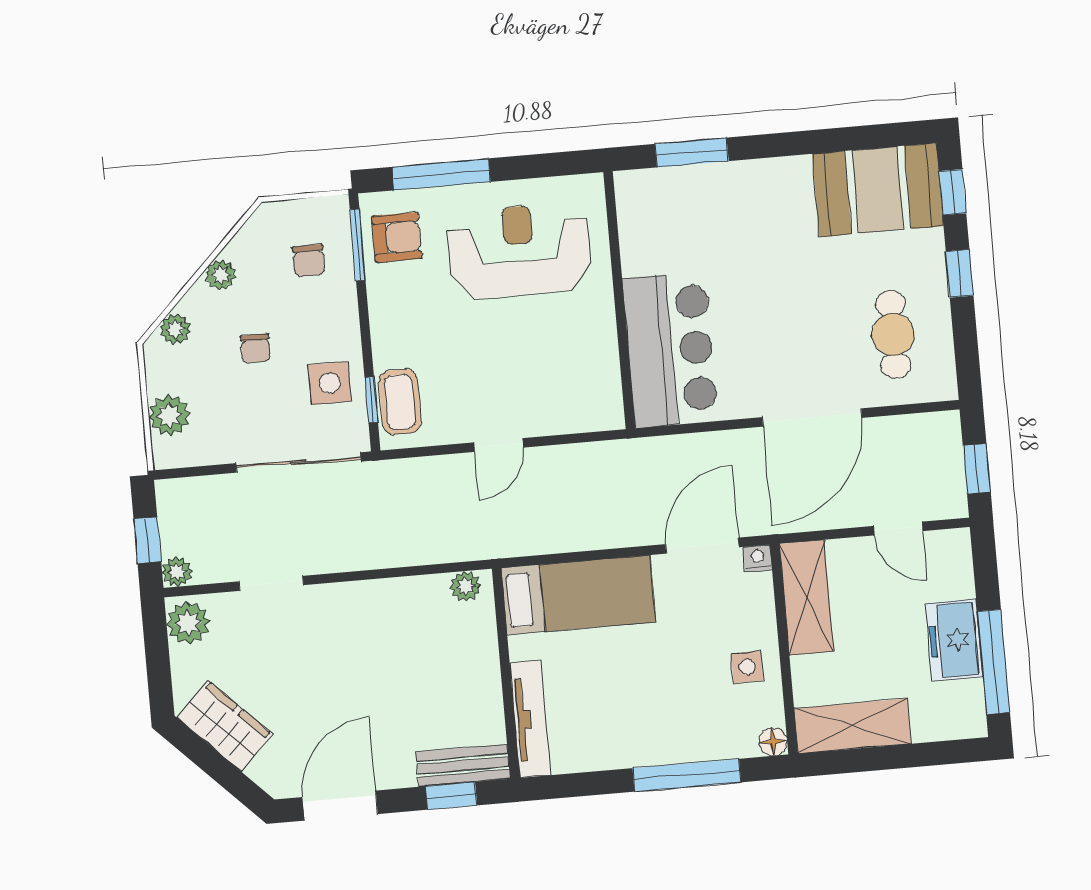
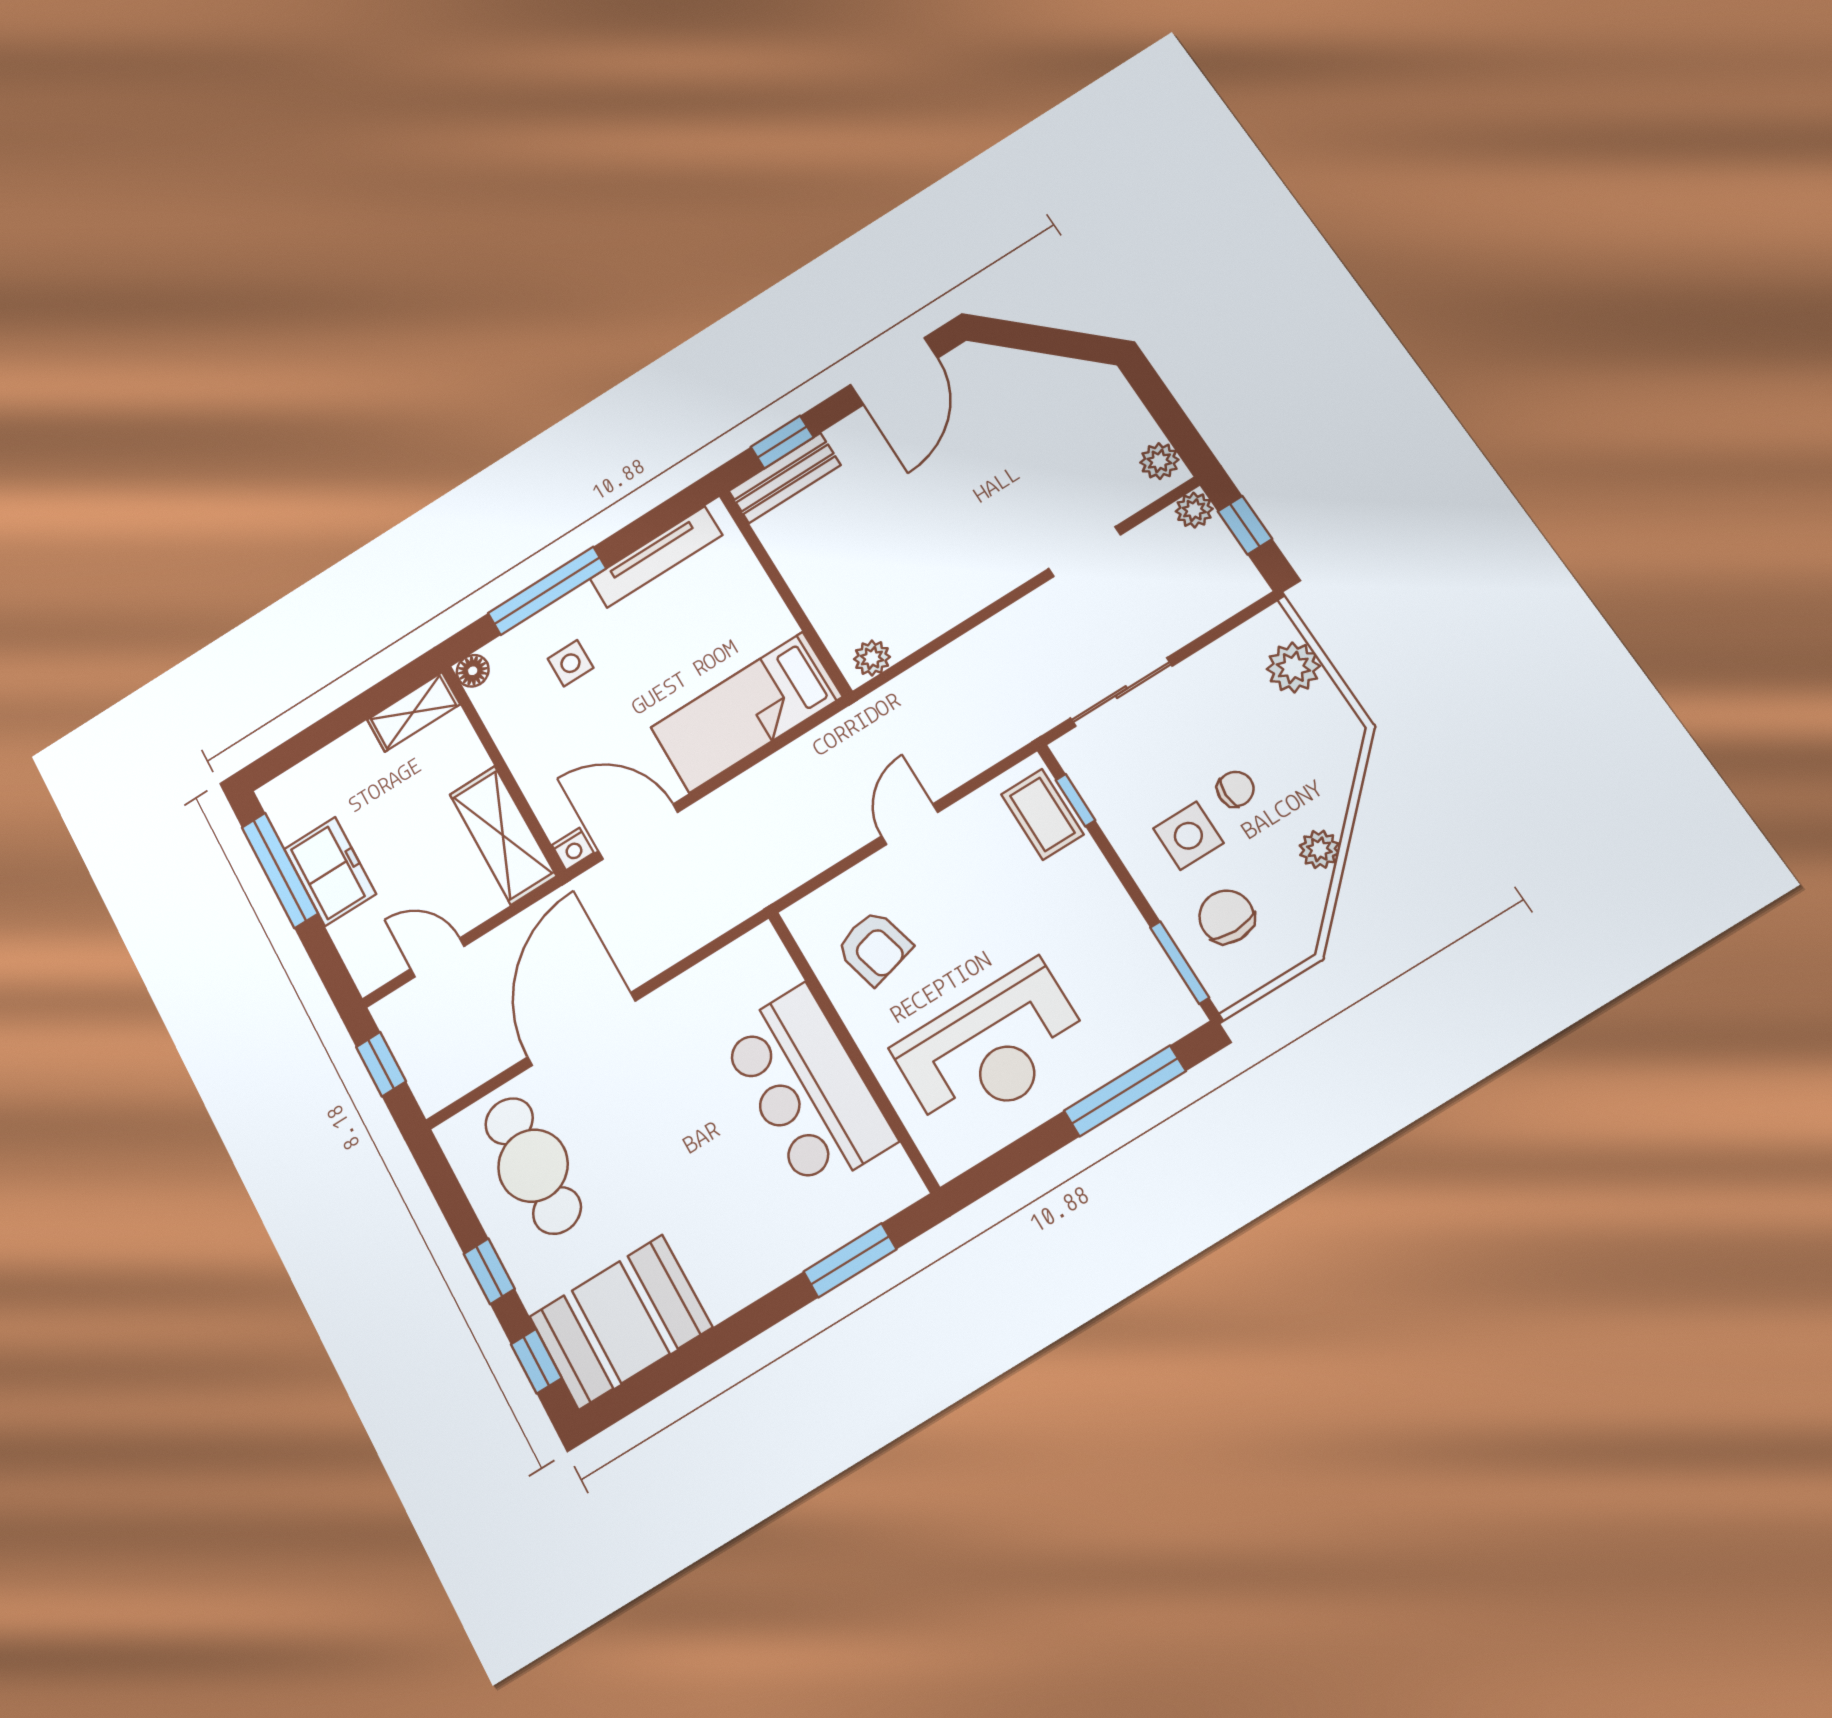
armchair: (397, 237) -> (874, 947), moved, turned -105
chair: (309, 260) -> (1226, 917), width x1.37, depth x1.37
plant: (175, 329) -> (1338, 763), removed
cafe table: (893, 334) -> (533, 1166), width x1.37, depth x1.35
chair: (255, 348) -> (1235, 789), turned 90
bar counter: (670, 350) -> (807, 1088), moved
side table: (330, 383) -> (1188, 836), moved
sliding door: (299, 462) -> (1121, 692), width x0.73
door: (702, 546) -> (638, 832), swing flipped
plant: (188, 623) -> (1159, 461), width x0.73, depth x0.73
side table: (747, 667) -> (570, 663), moved
tv unit: (530, 719) -> (656, 557), moved, turned -90
wardrobe: (225, 726) -> (1058, 384), removed
shelving: (853, 726) -> (414, 712), width x0.67, depth x0.75

